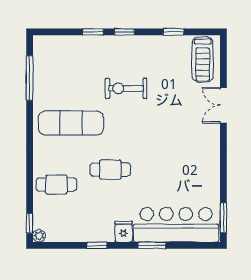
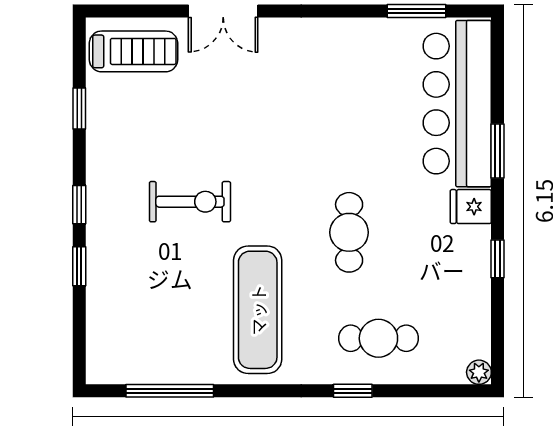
exercise bike: (126, 88) -> (190, 202), turned -90
cafe table: (56, 185) -> (378, 338), turned 90
window: (223, 218) -> (416, 11), moved
window: (30, 223) -> (353, 391), moved

